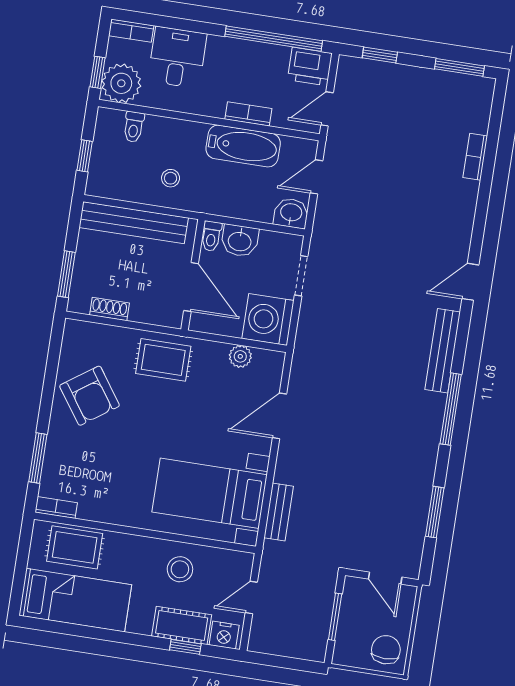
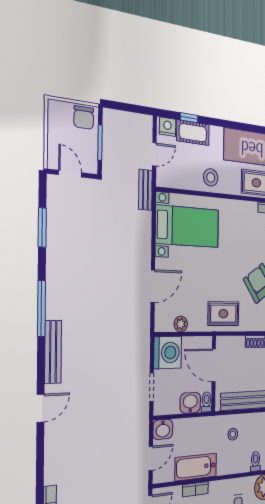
bench: (279, 512) -> (145, 190), moved
stool: (180, 569) -> (211, 177), moved
chair: (386, 650) -> (84, 117), moved

